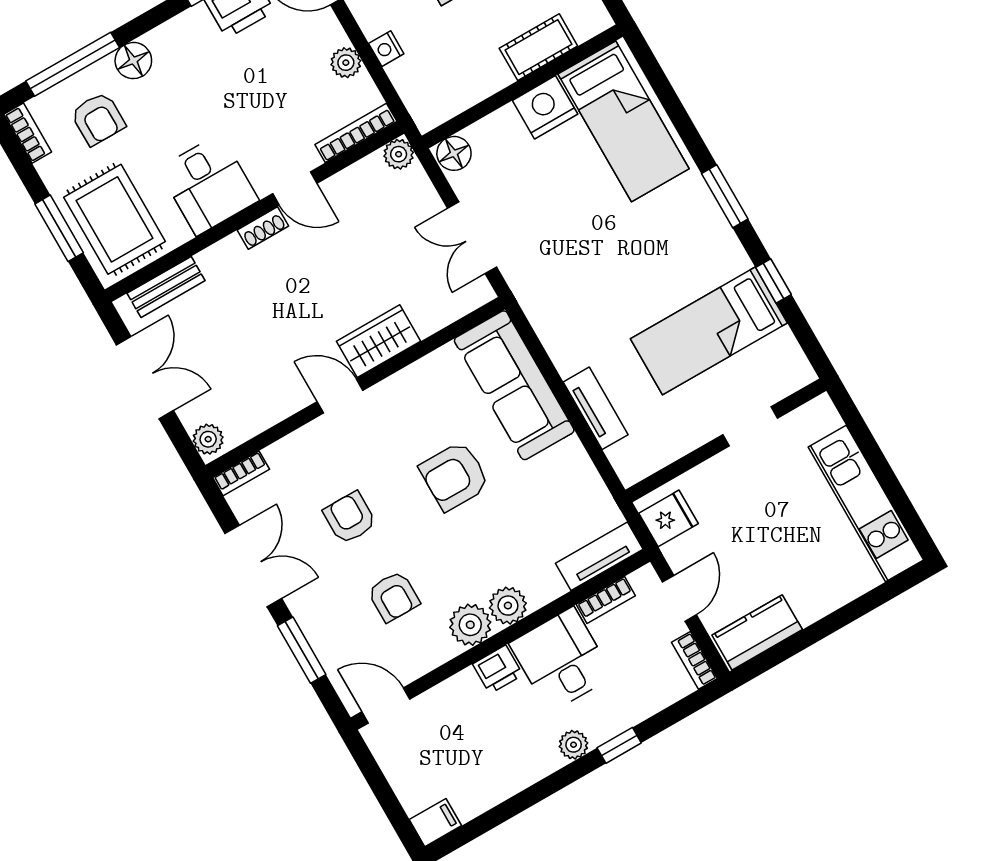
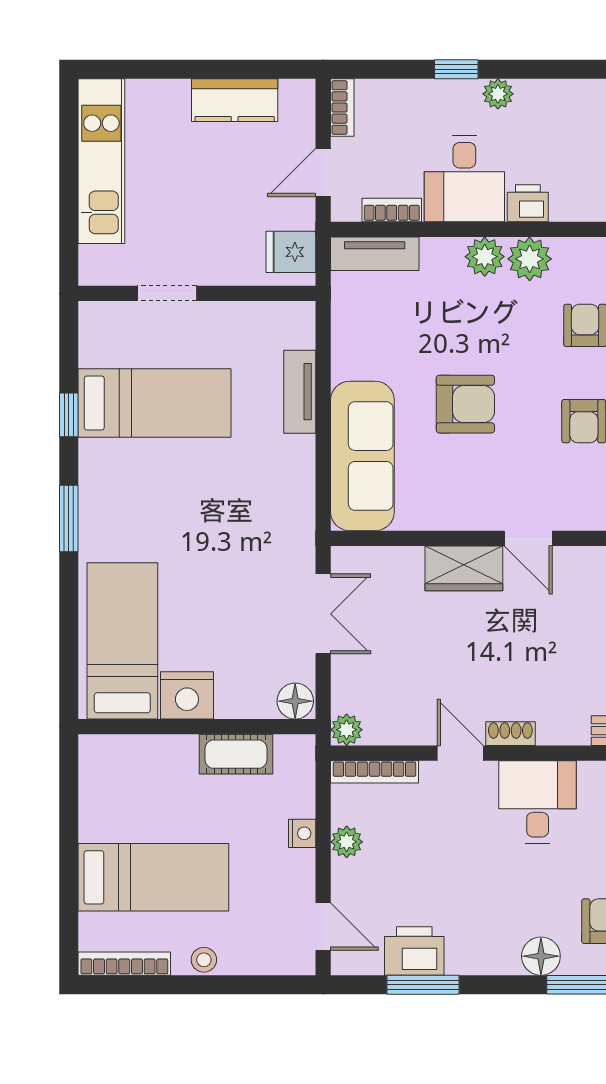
cot: (538, 47) -> (236, 754), moved
kitchen counter: (757, 632) -> (235, 100), moved

